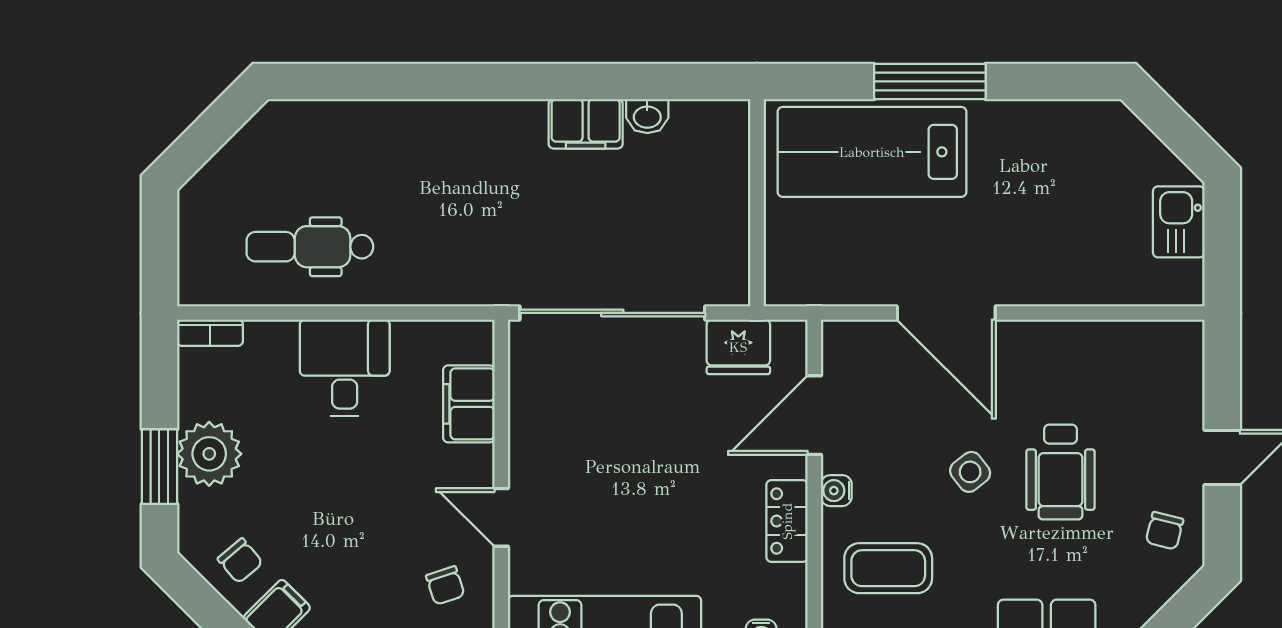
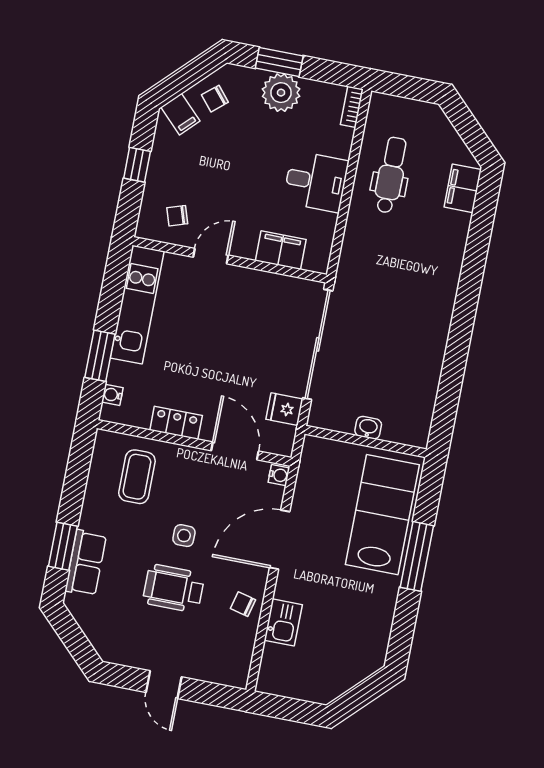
washbasin: (647, 116) -> (368, 428), moved, turned 90
filing cabinet: (586, 124) -> (463, 188), moved
kitchen sink: (1179, 222) -> (283, 622), moved, turned 90
fridge: (738, 347) -> (284, 409), width x0.72
side table: (970, 472) -> (184, 536), turned 38
water cooler: (836, 491) -> (279, 475), moved, turned 90
chair: (1164, 531) -> (243, 604), moved

